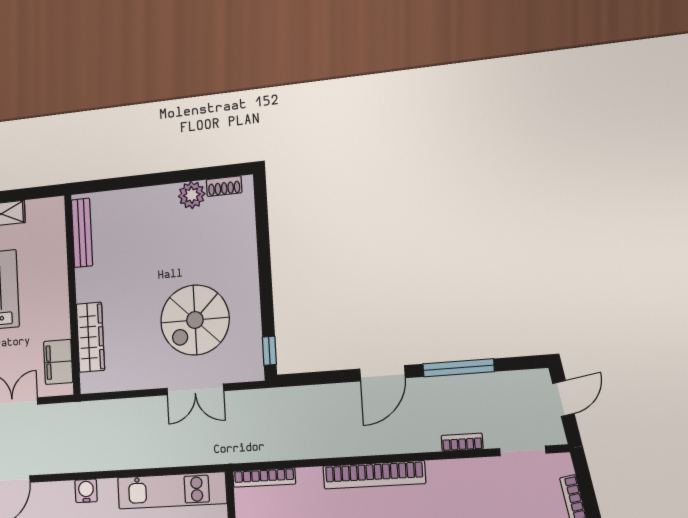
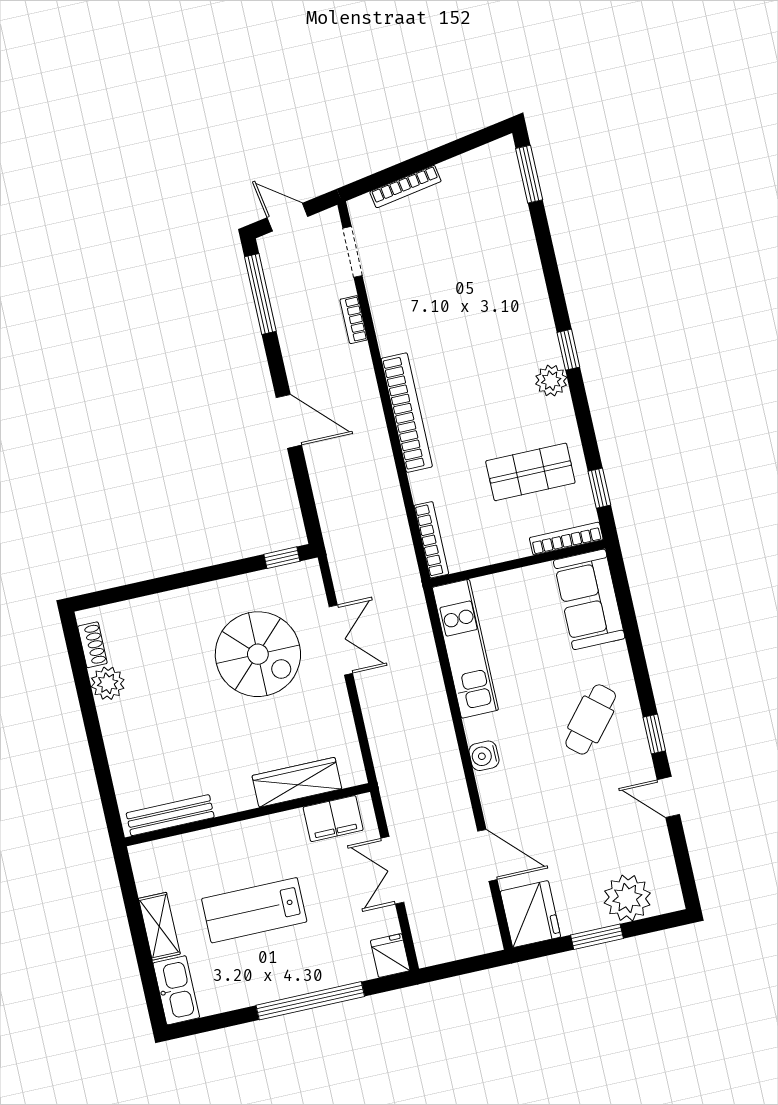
window: (459, 368) -> (260, 294), moved

